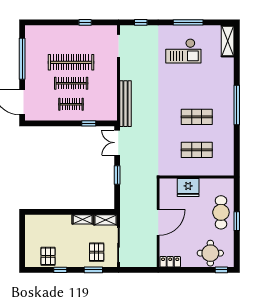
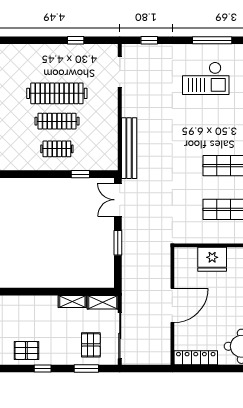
pallet: (48, 256) -> (26, 350), turned 90
locker: (170, 262) -> (196, 358), width x1.53

